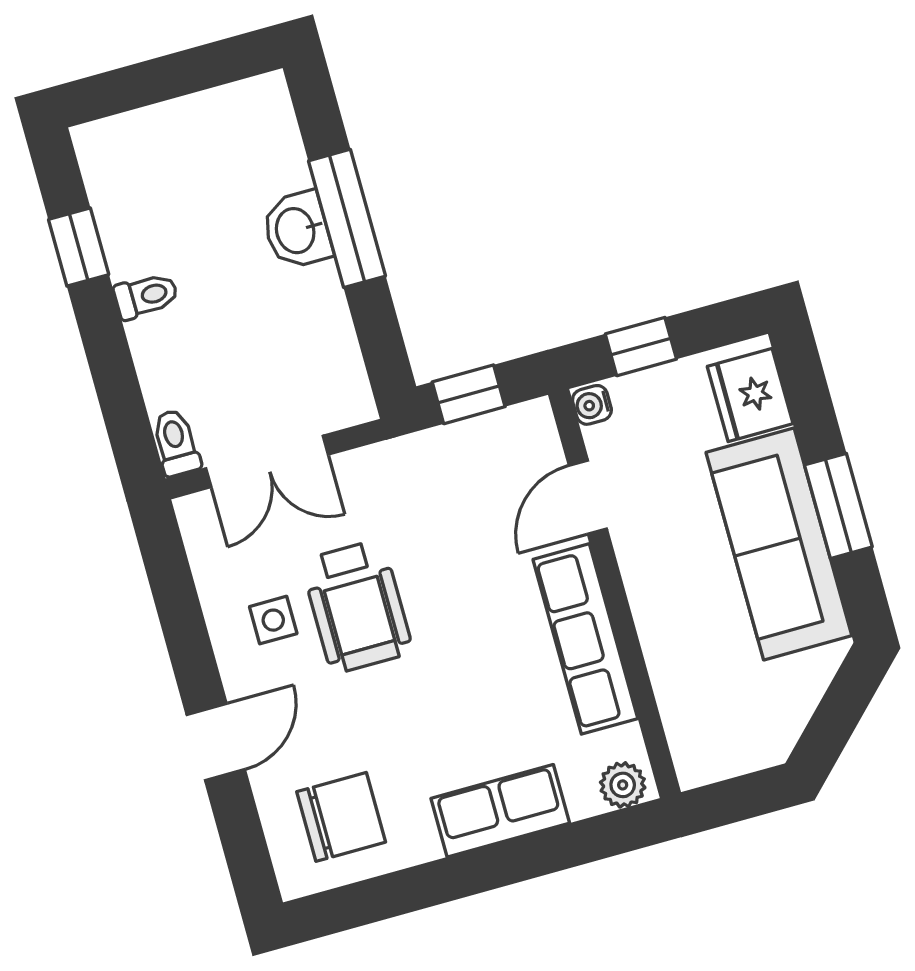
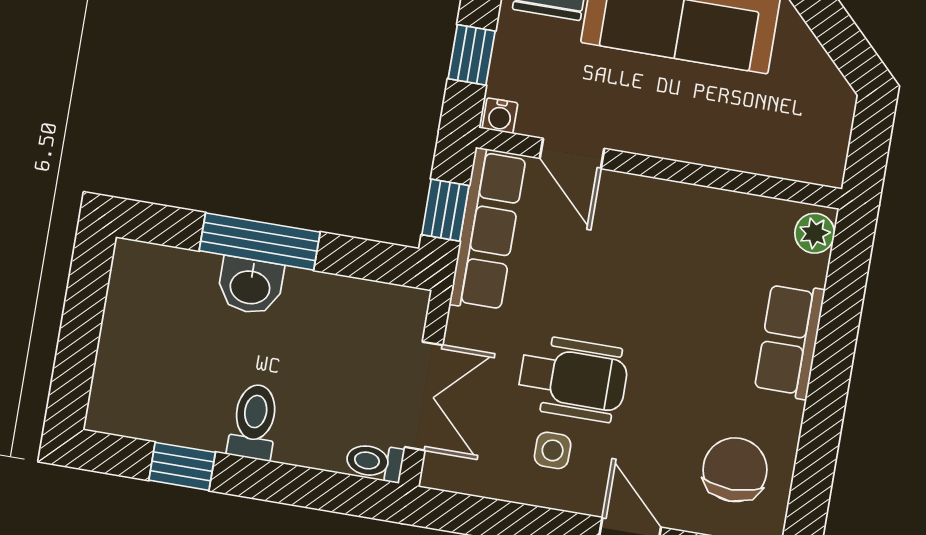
toilet: (146, 296) -> (254, 422), width x1.37, depth x1.39
row of seats: (585, 639) -> (488, 230), moved, turned -90

